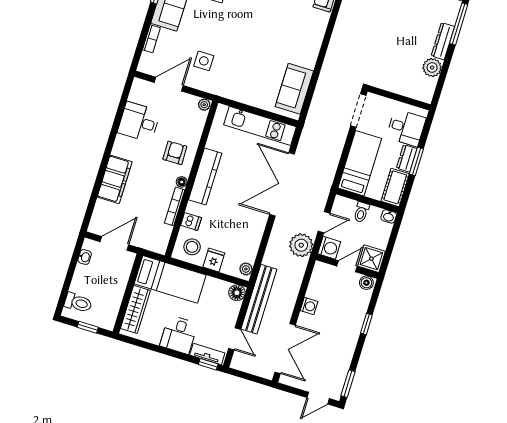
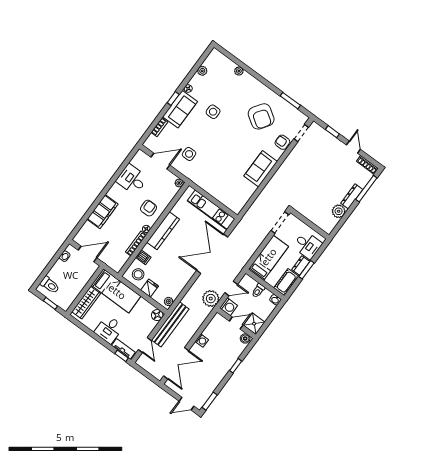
sofa: (294, 89) -> (261, 169), moved

